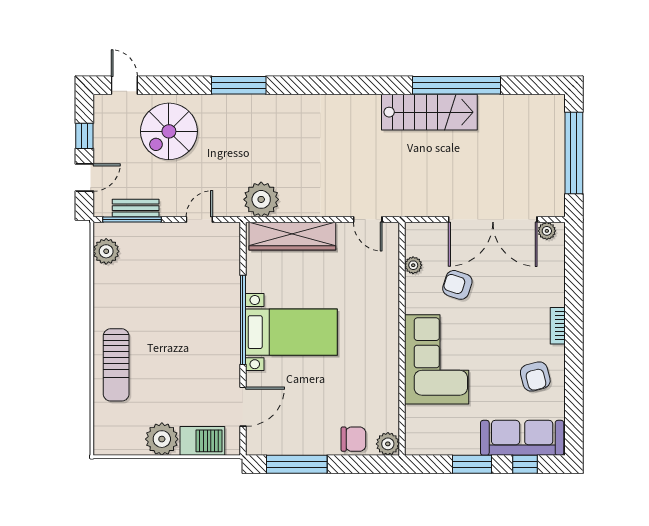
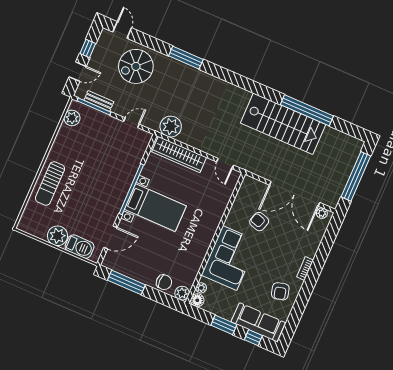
stairs: (429, 112) -> (283, 124), width x1.36, depth x1.51
plant: (413, 265) -> (201, 288), moved
floor lamp: (416, 445) -> (197, 300), added

